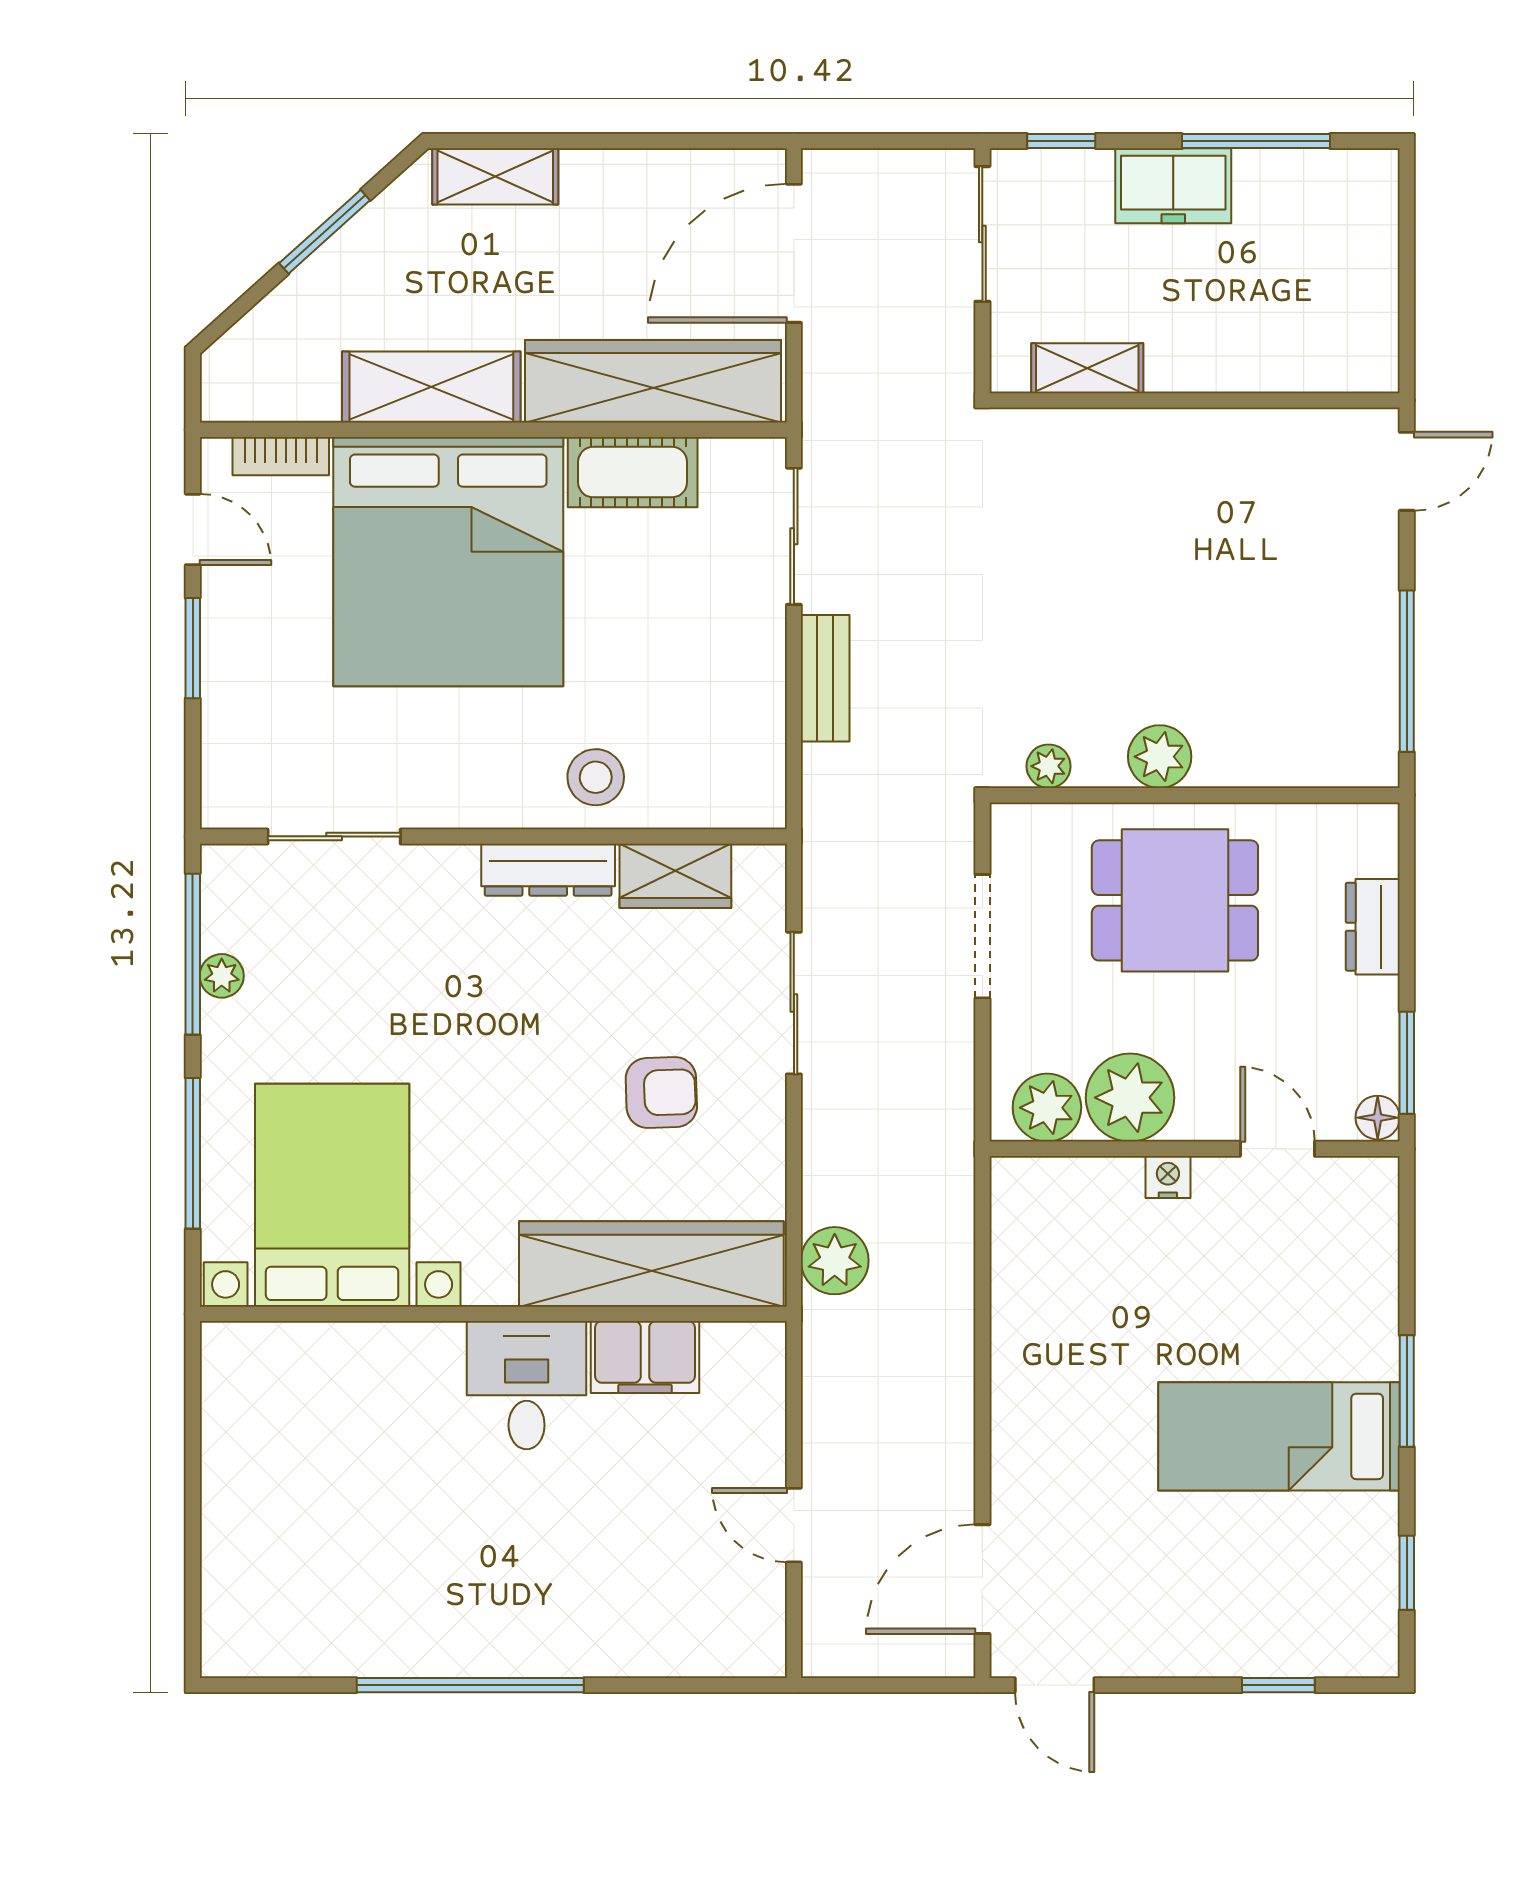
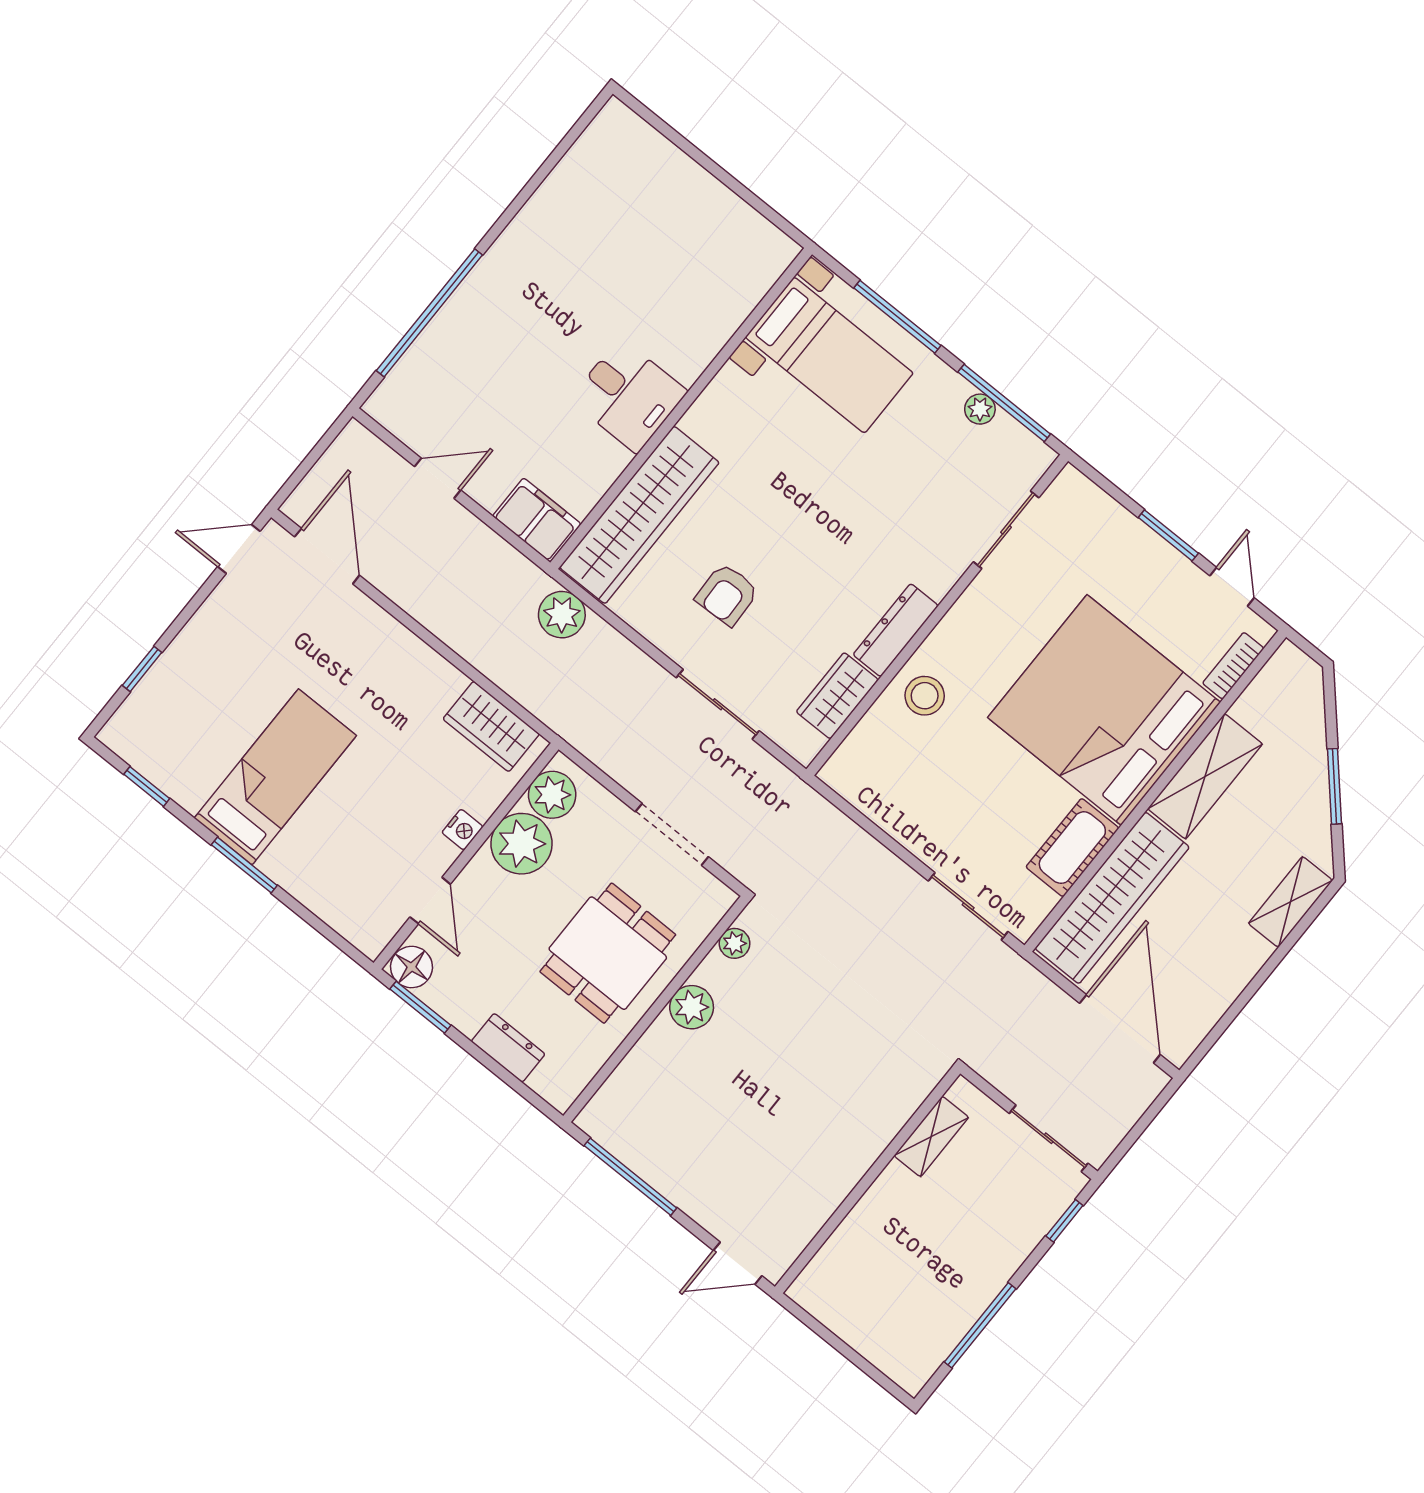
freezer: (1173, 186) -> (992, 1262), removed
door: (1407, 471) -> (738, 1263), hinge flipped
door: (193, 529) -> (1232, 587), swing flipped
bench: (825, 678) -> (878, 862), removed
floor lamp: (1378, 1118) -> (412, 967), width x1.37, depth x1.37
door: (1277, 1149) -> (430, 901), hinge flipped
bed with nightstands: (332, 1195) -> (829, 355), width x0.73
wardrobe: (1025, 1239) -> (491, 726), added
filing cabinet: (645, 1357) -> (537, 520), moved, turned 90
window: (470, 1685) -> (429, 313), moved

